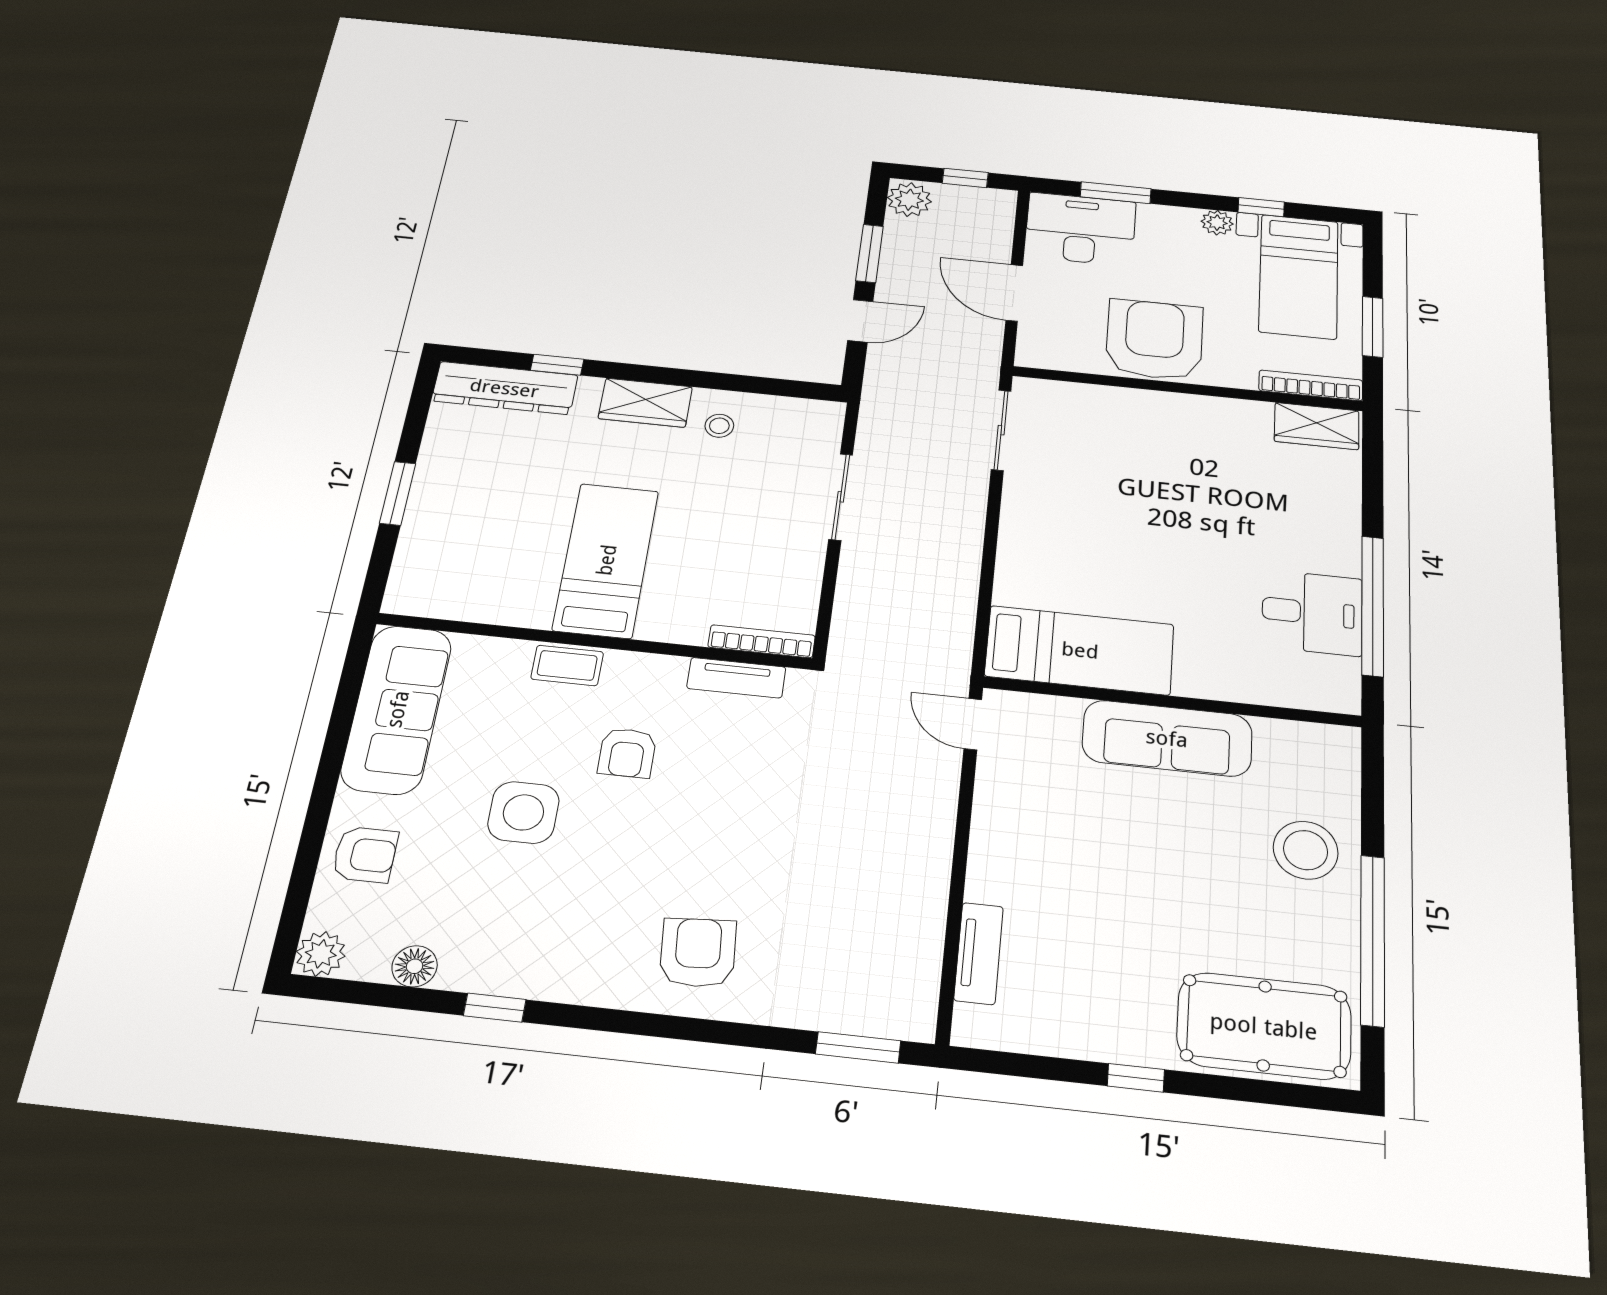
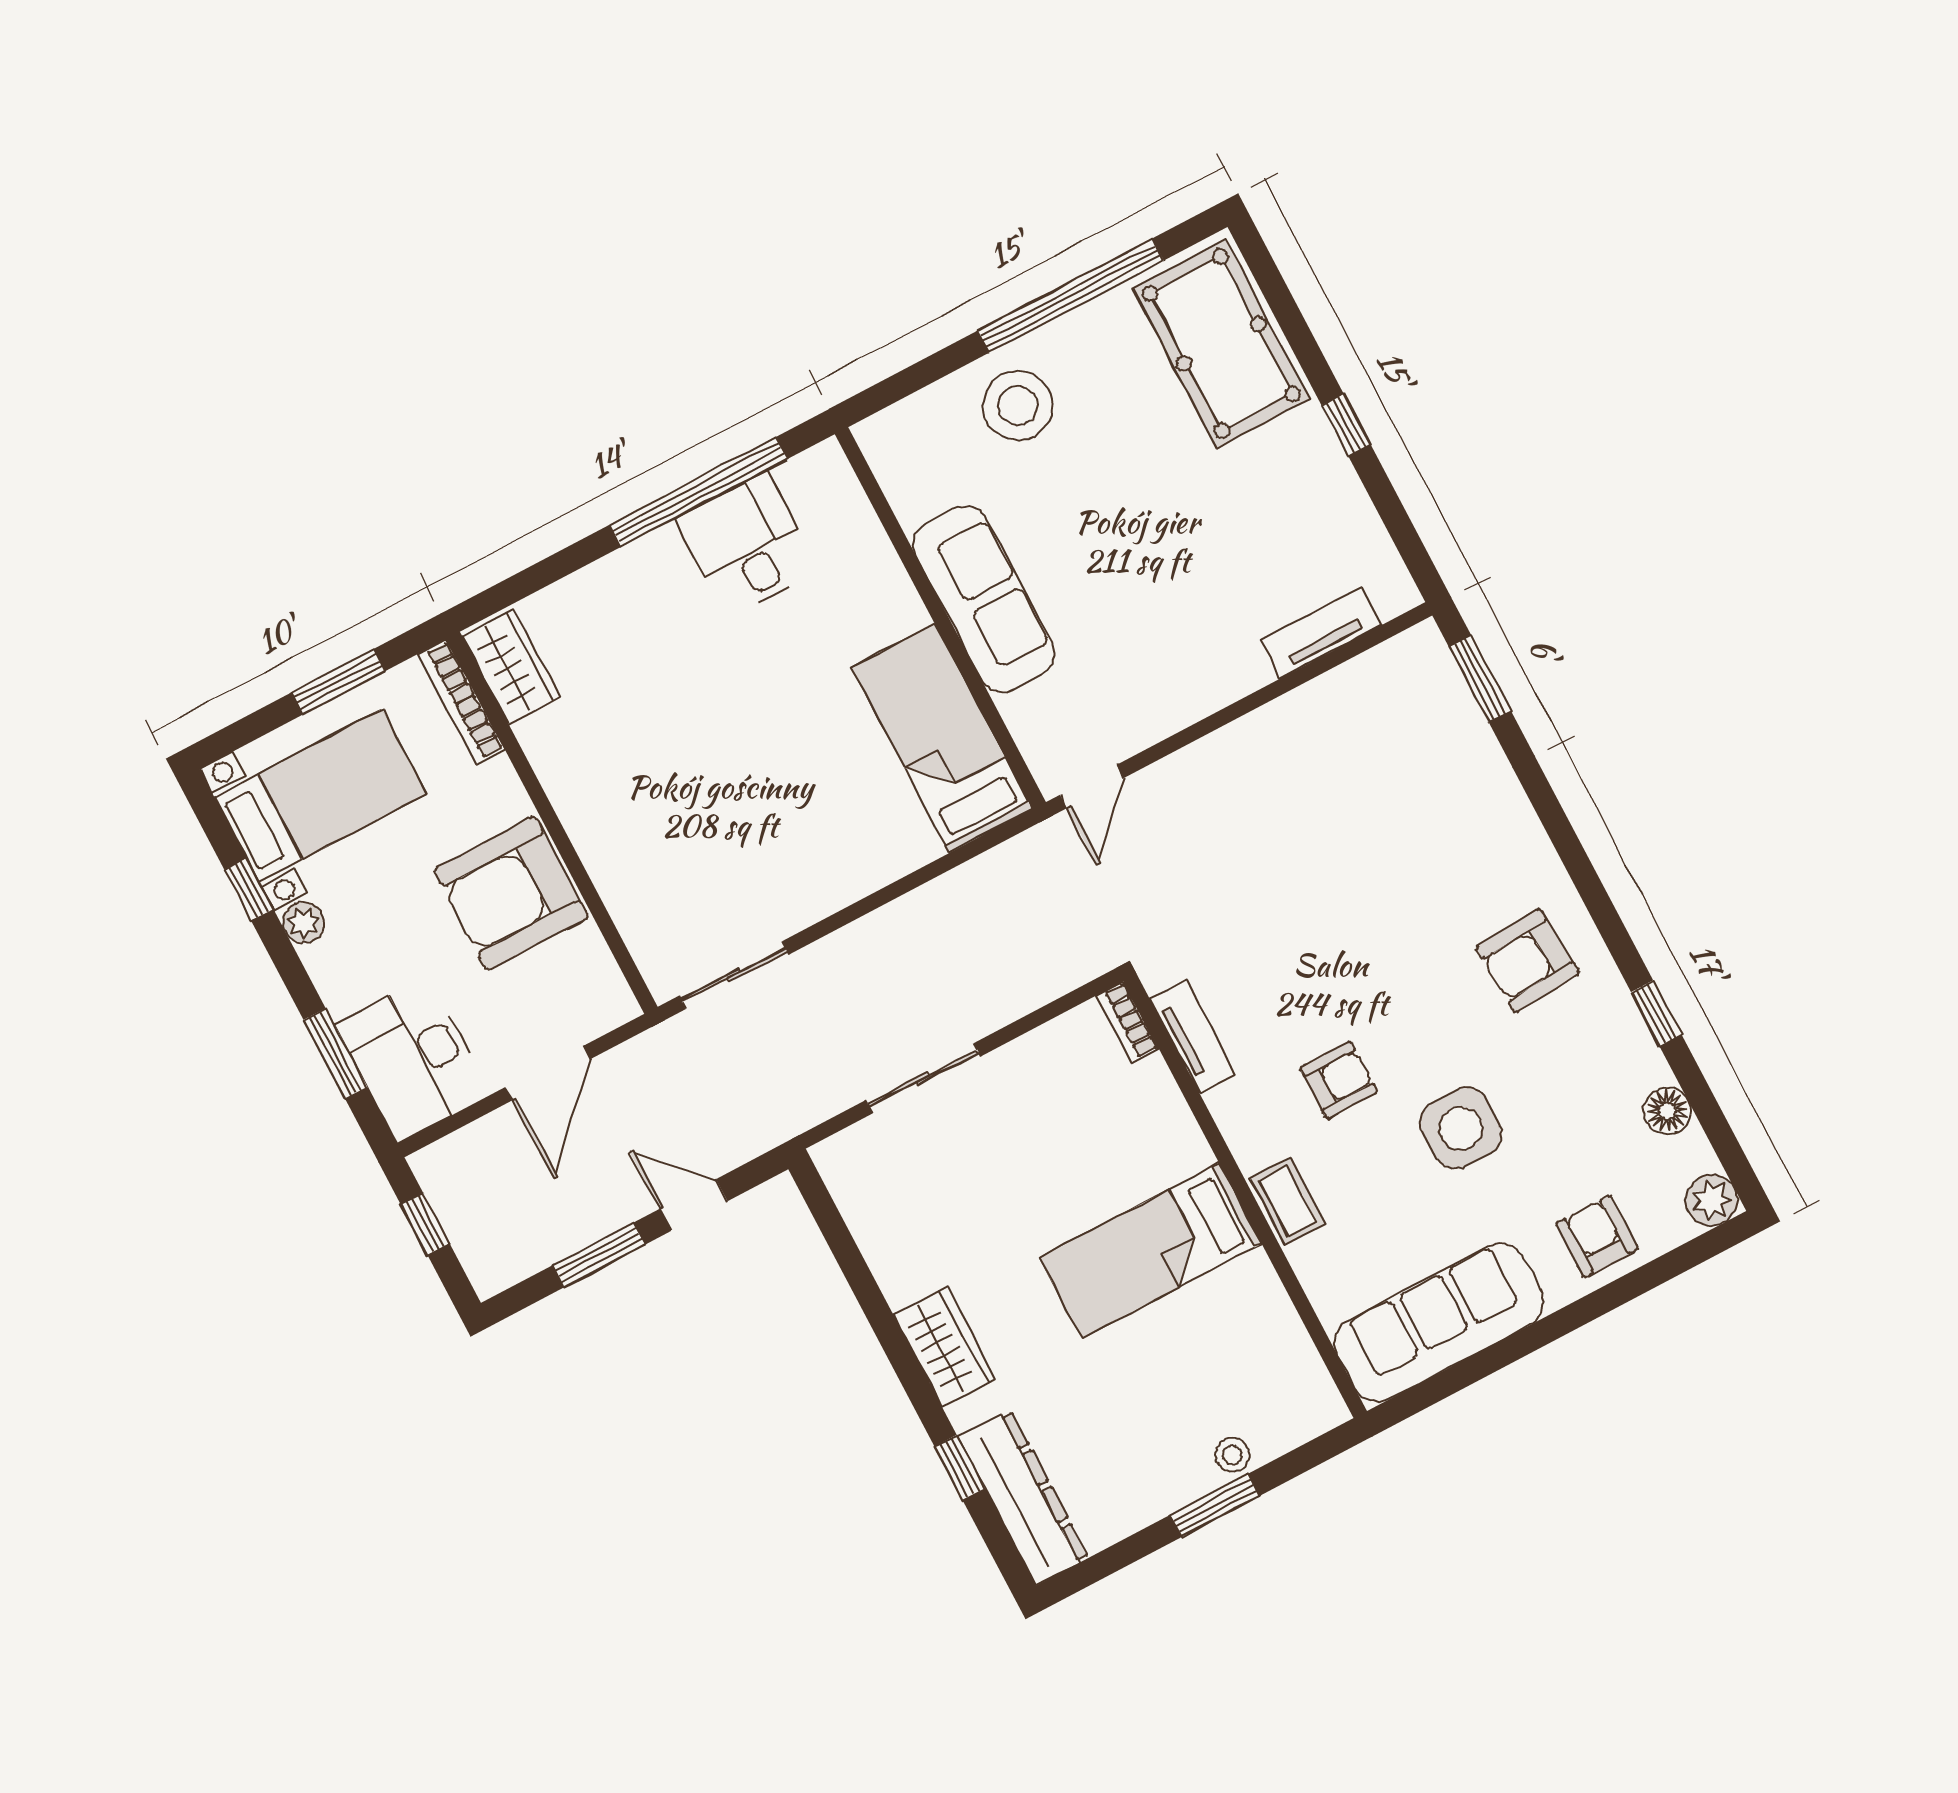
plant: (909, 200) -> (497, 1263), removed
stool: (719, 426) -> (1232, 1455), moved
bookcase: (762, 641) -> (1128, 1022), width x0.64
armchair: (698, 953) -> (1527, 960), moved

